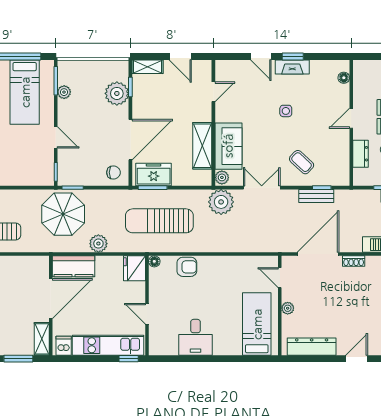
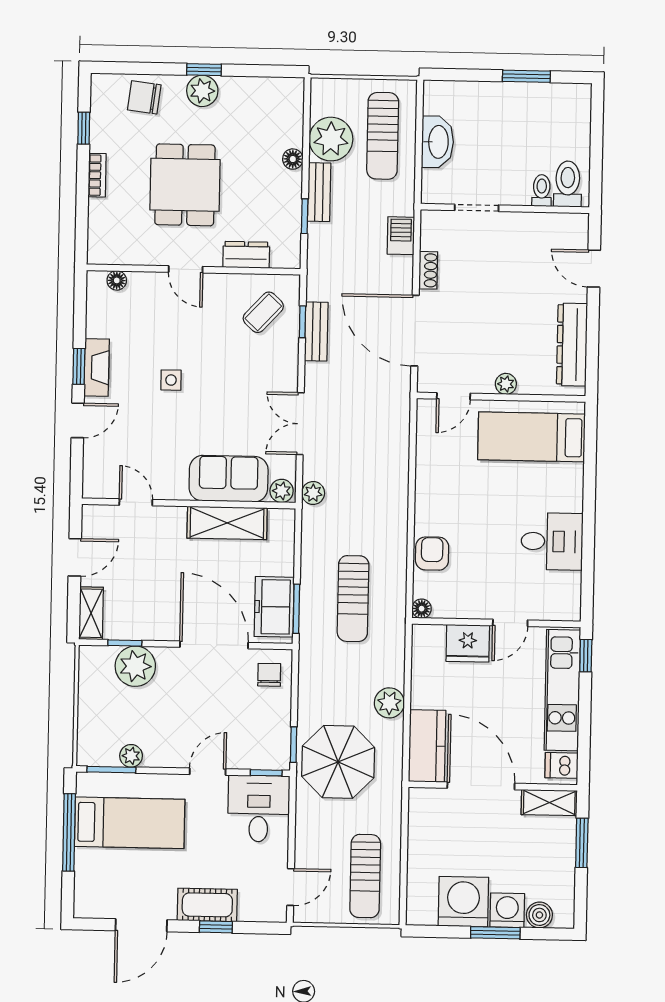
coffee table: (302, 162) -> (263, 312), moved
desk: (35, 168) -> (259, 809), added
plant: (221, 202) -> (313, 493), width x0.53, depth x0.53
sun lounger: (159, 221) -> (353, 599), width x0.73, depth x0.75
fridge: (134, 268) -> (468, 643), moved

